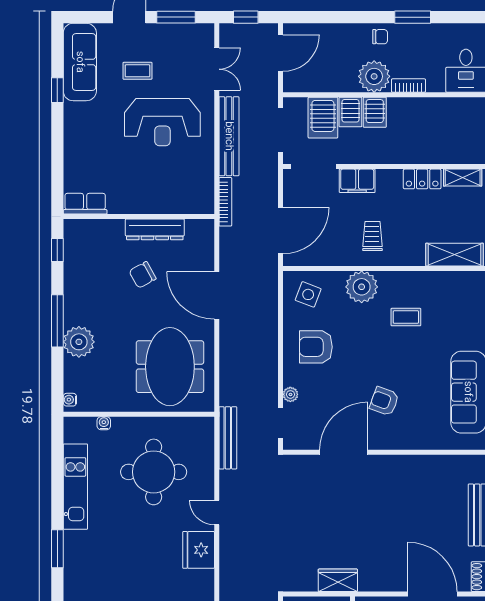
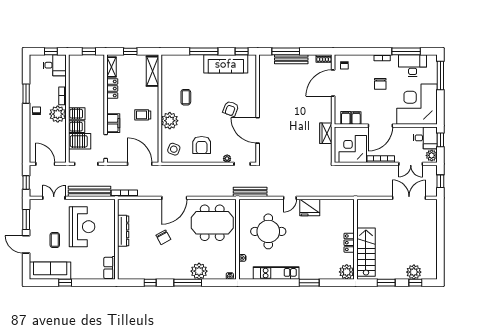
row of seats: (85, 204) -> (110, 268), moved
wall: (139, 216) -> (116, 239), moved
dresser: (155, 229) -> (123, 231), moved

